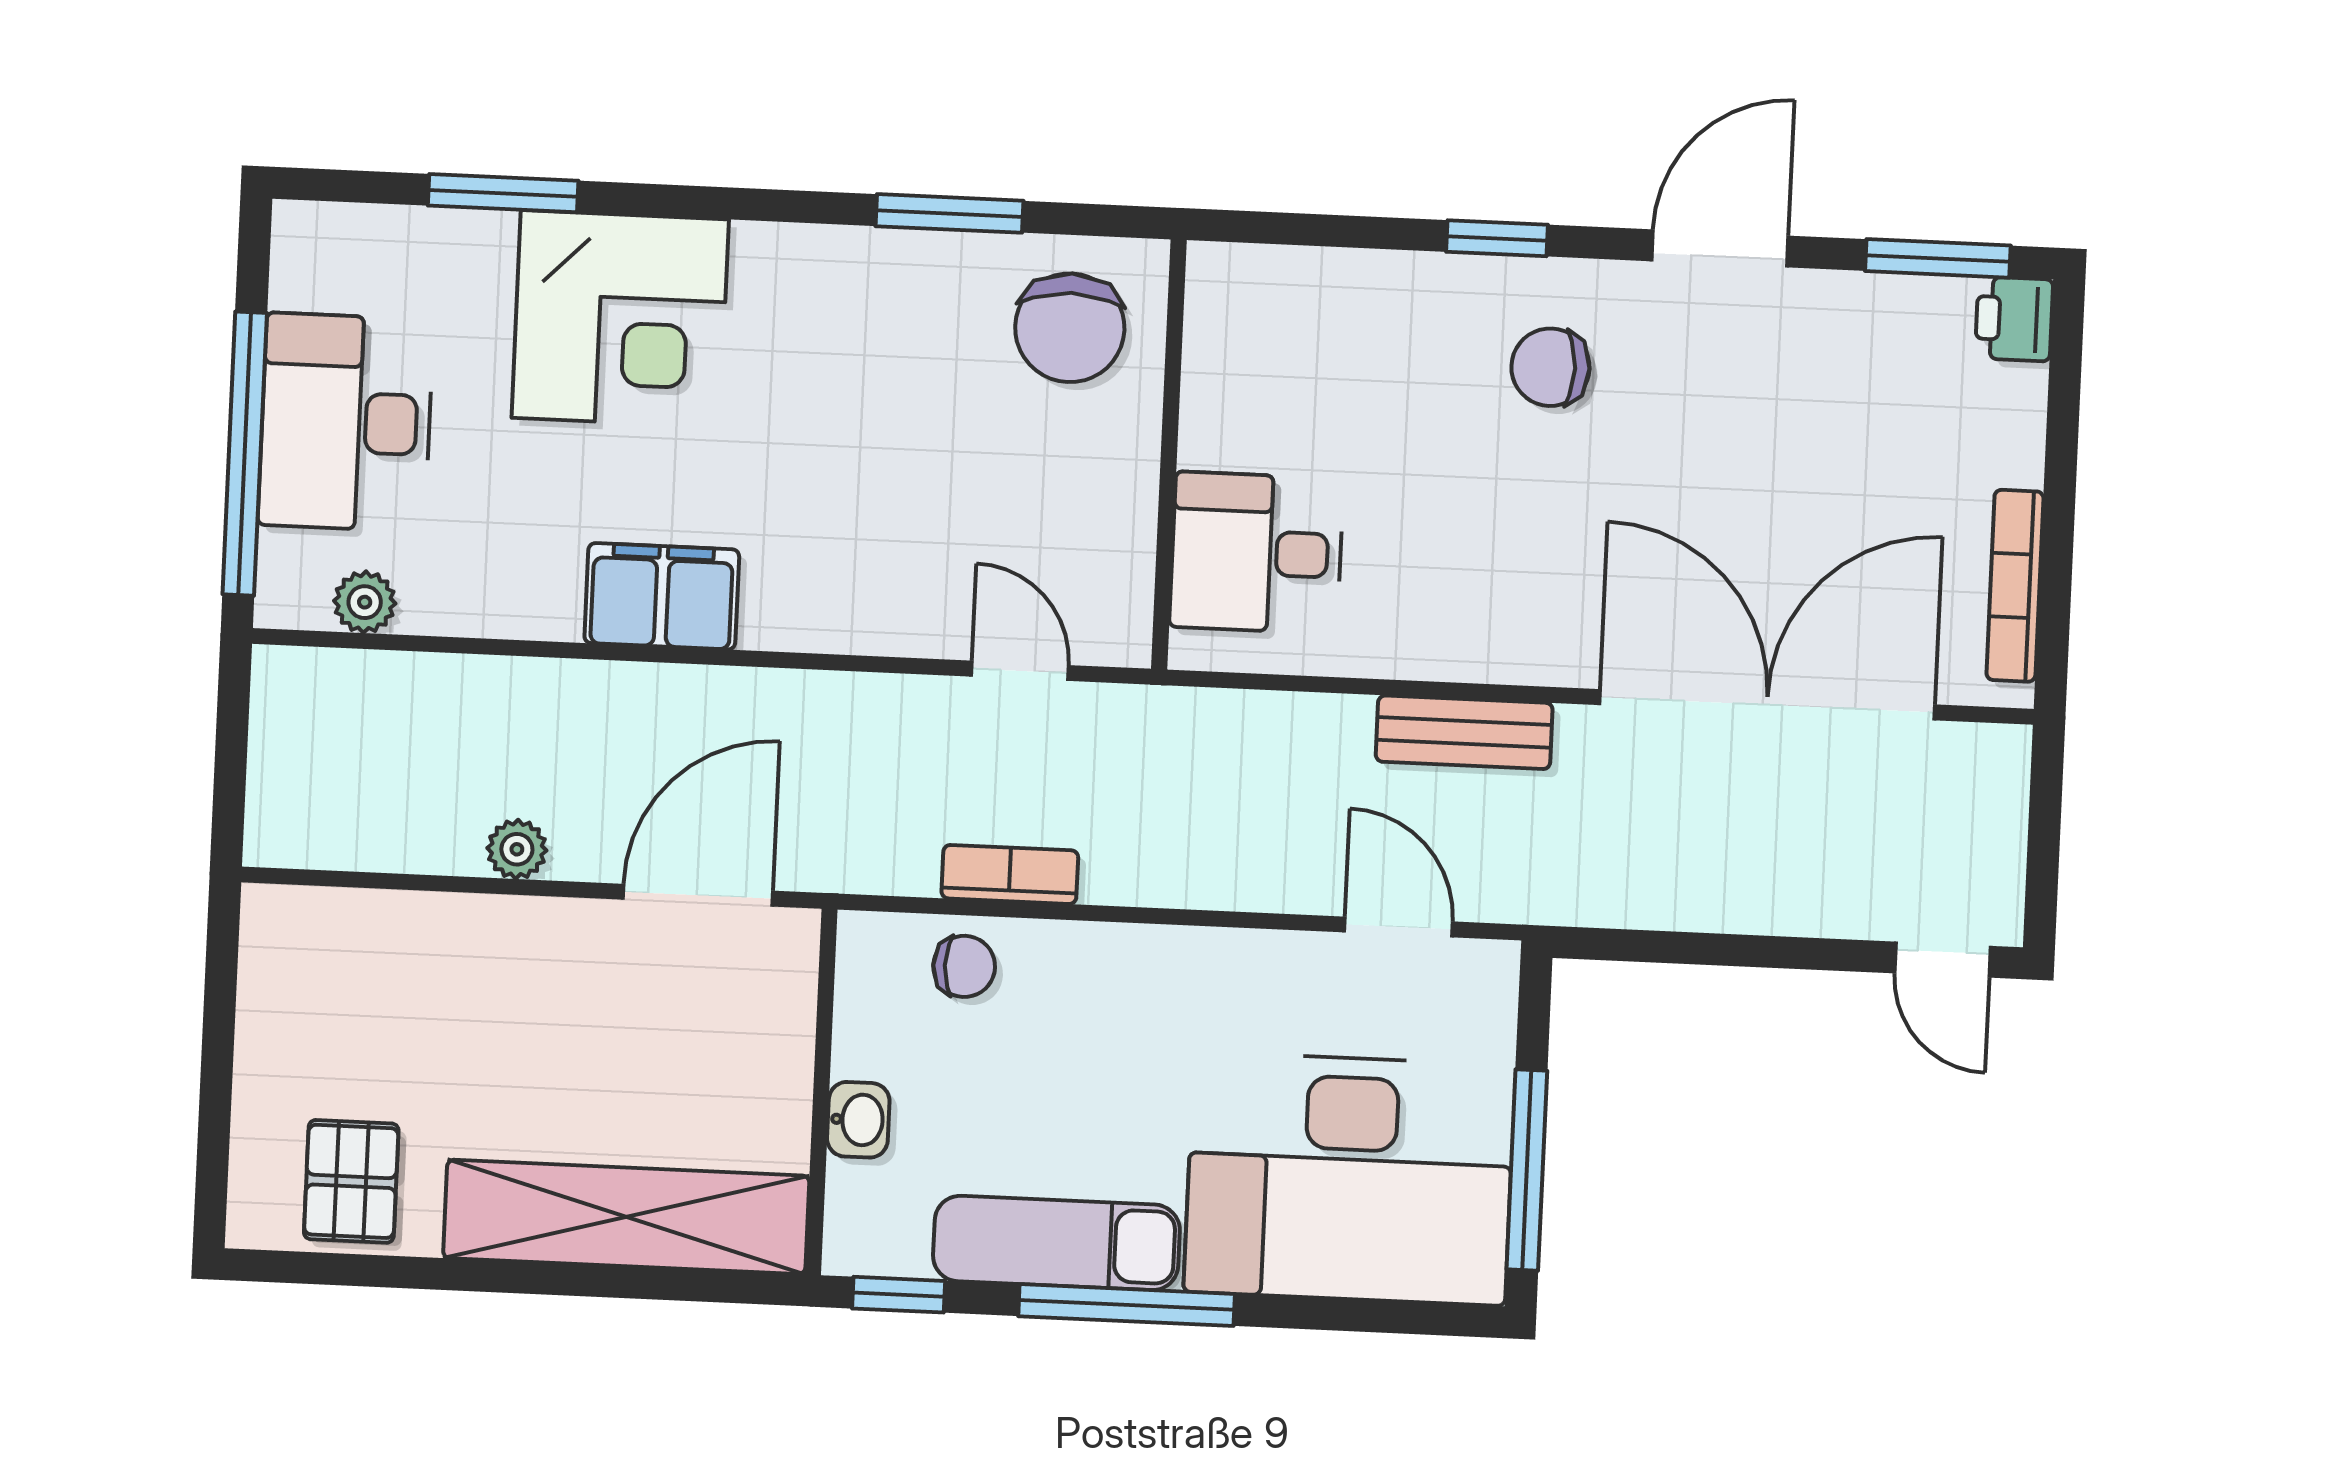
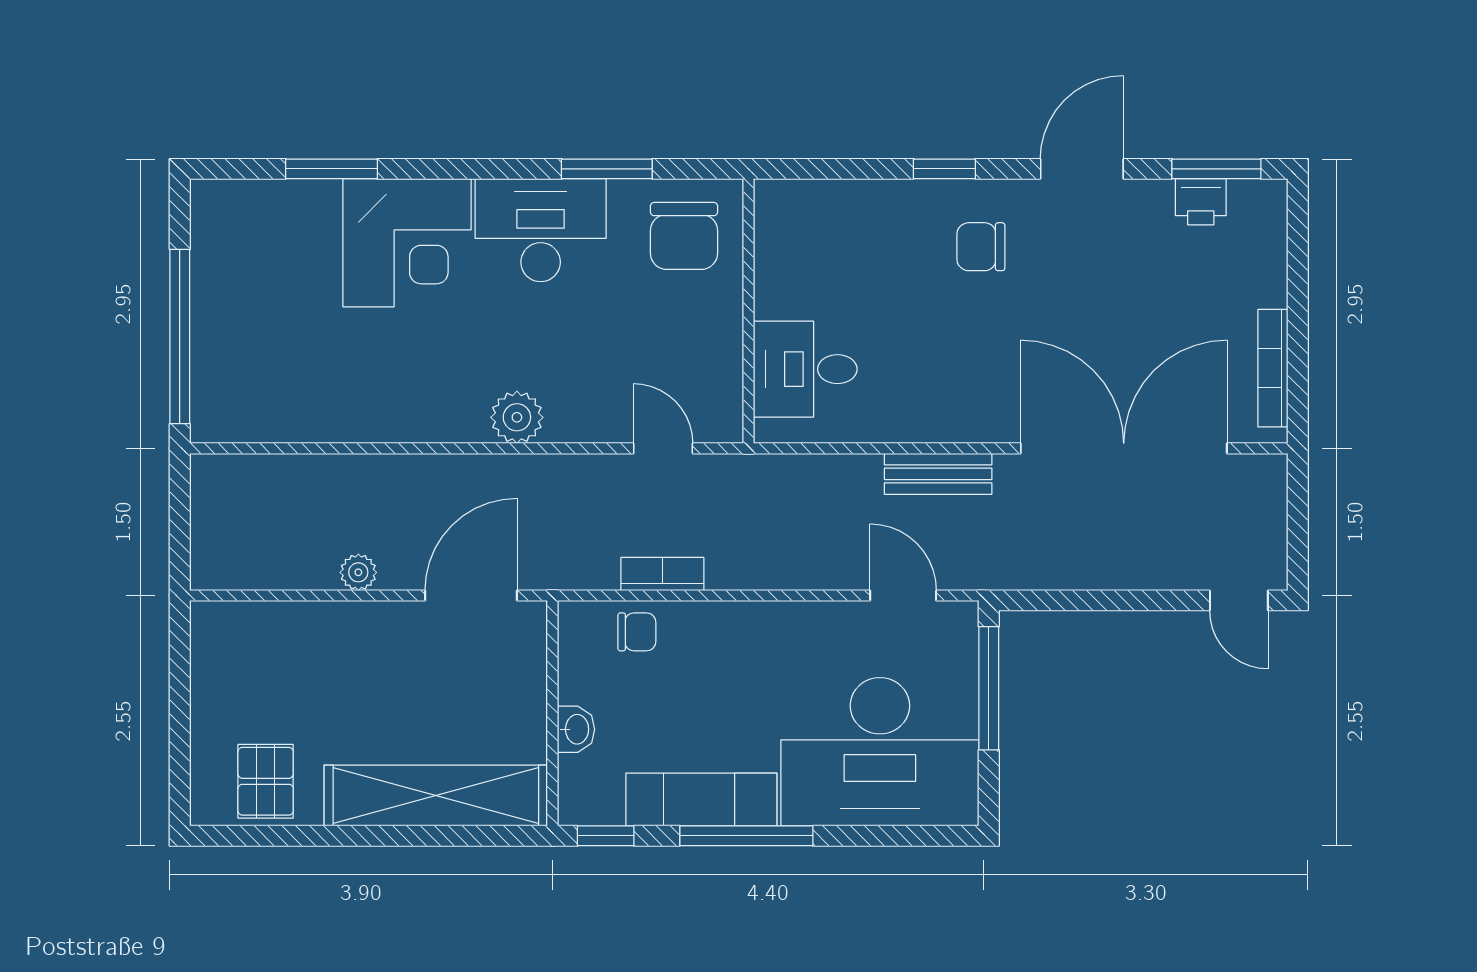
printer: (2014, 319) -> (1201, 202), moved, turned -90
desk: (346, 422) -> (541, 230), moved, turned 90
filing cabinet: (662, 596) -> (440, 413), removed
plant: (365, 602) -> (517, 417), moved, width x1.38, depth x1.38
window: (1527, 1170) -> (989, 688), moved

